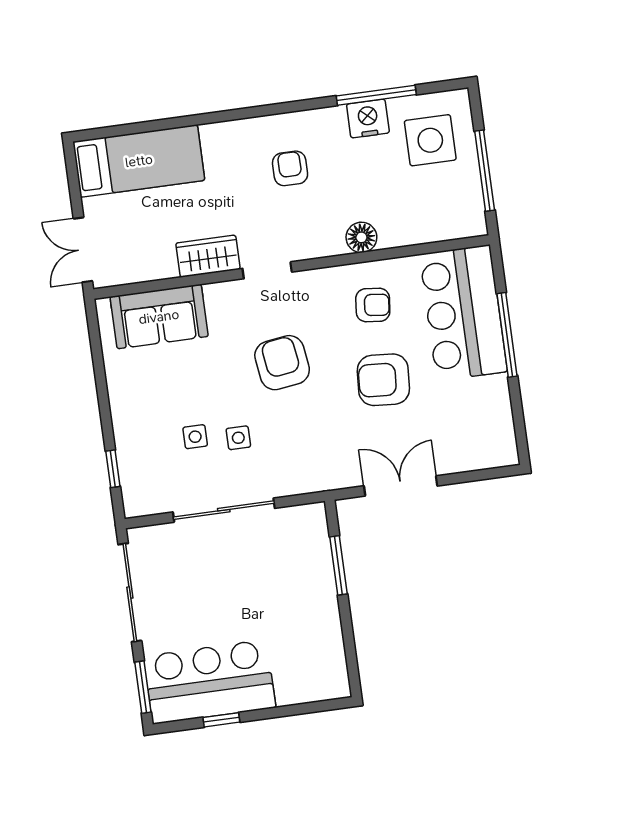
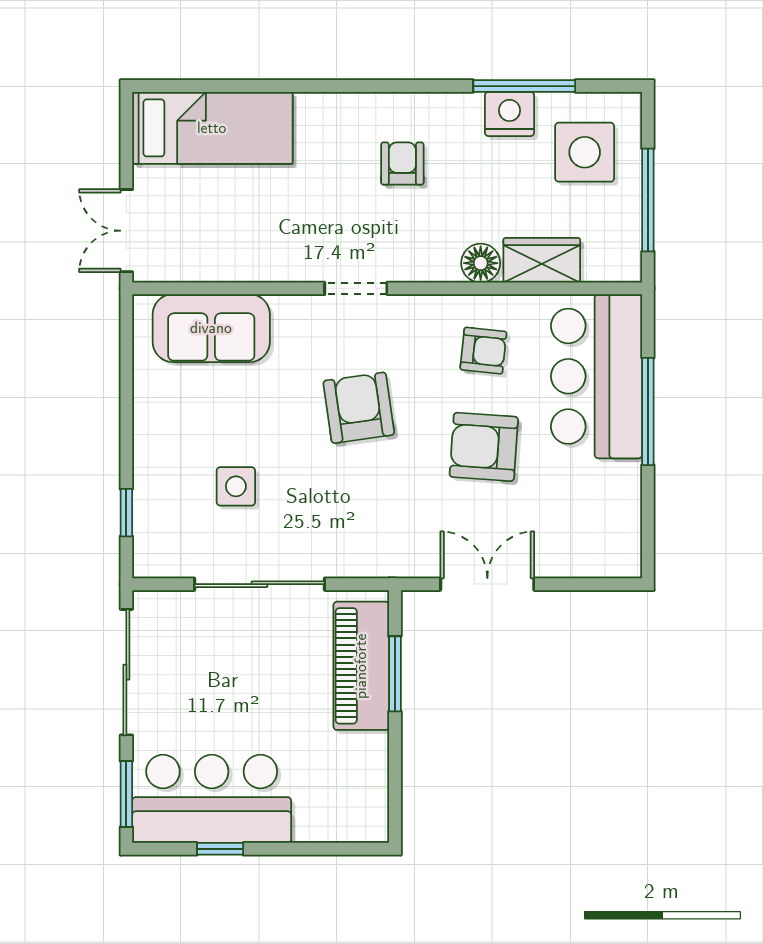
wardrobe: (208, 256) -> (542, 260), moved
side table: (195, 437) -> (236, 486), width x1.37, depth x1.37
side table: (238, 438) -> (290, 495), removed
piano: (311, 563) -> (361, 666), added

